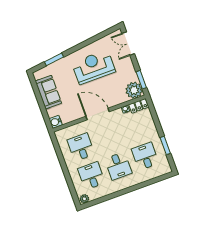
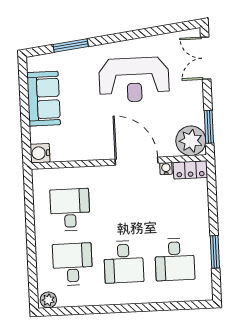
reception desk: (94, 67) -> (134, 80), turned 180
door: (98, 114) -> (137, 161), moved
desk: (145, 156) -> (175, 259), turned 180

